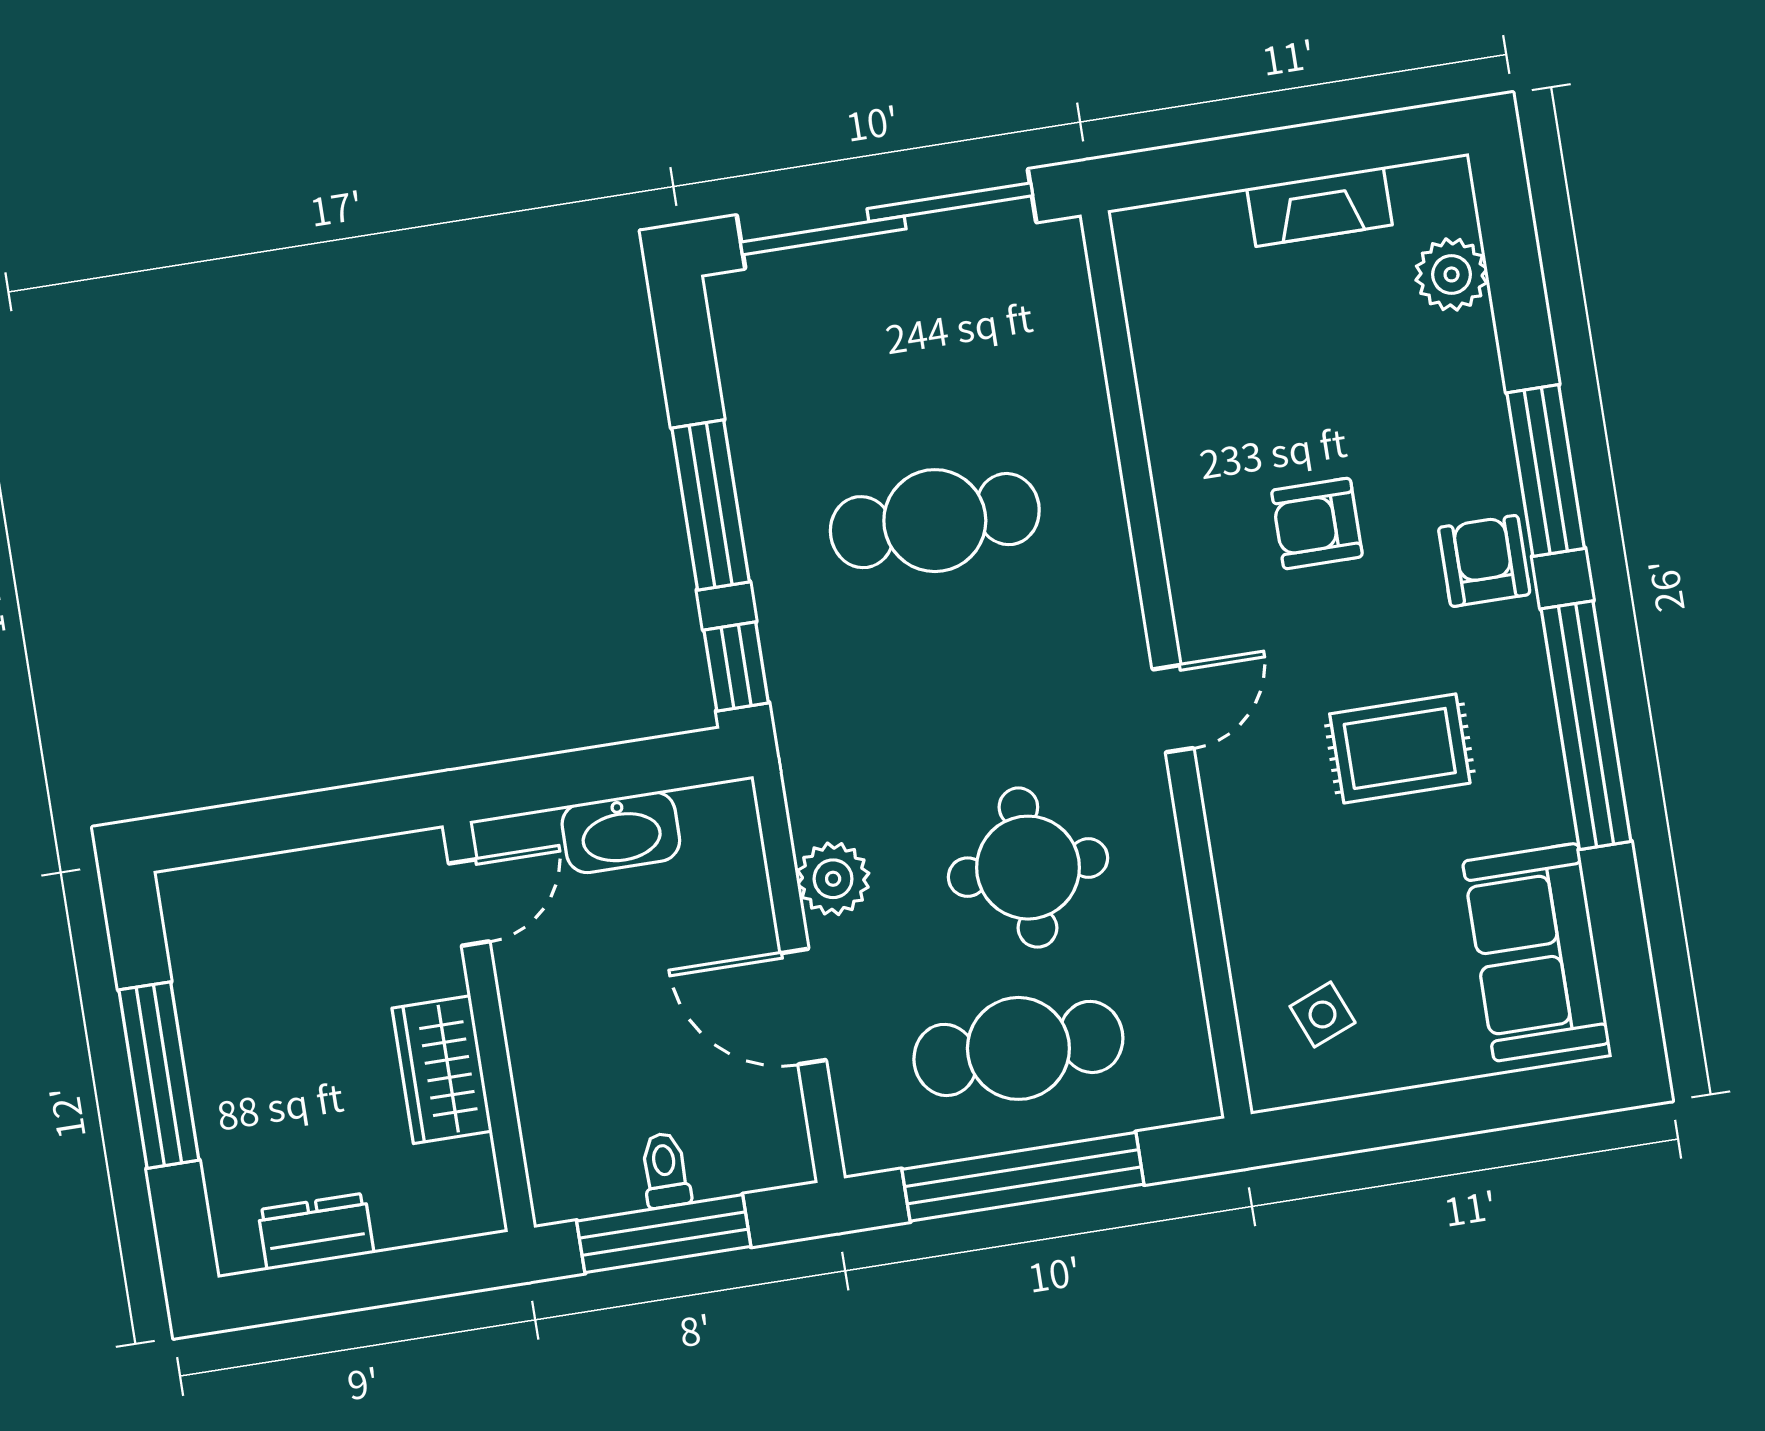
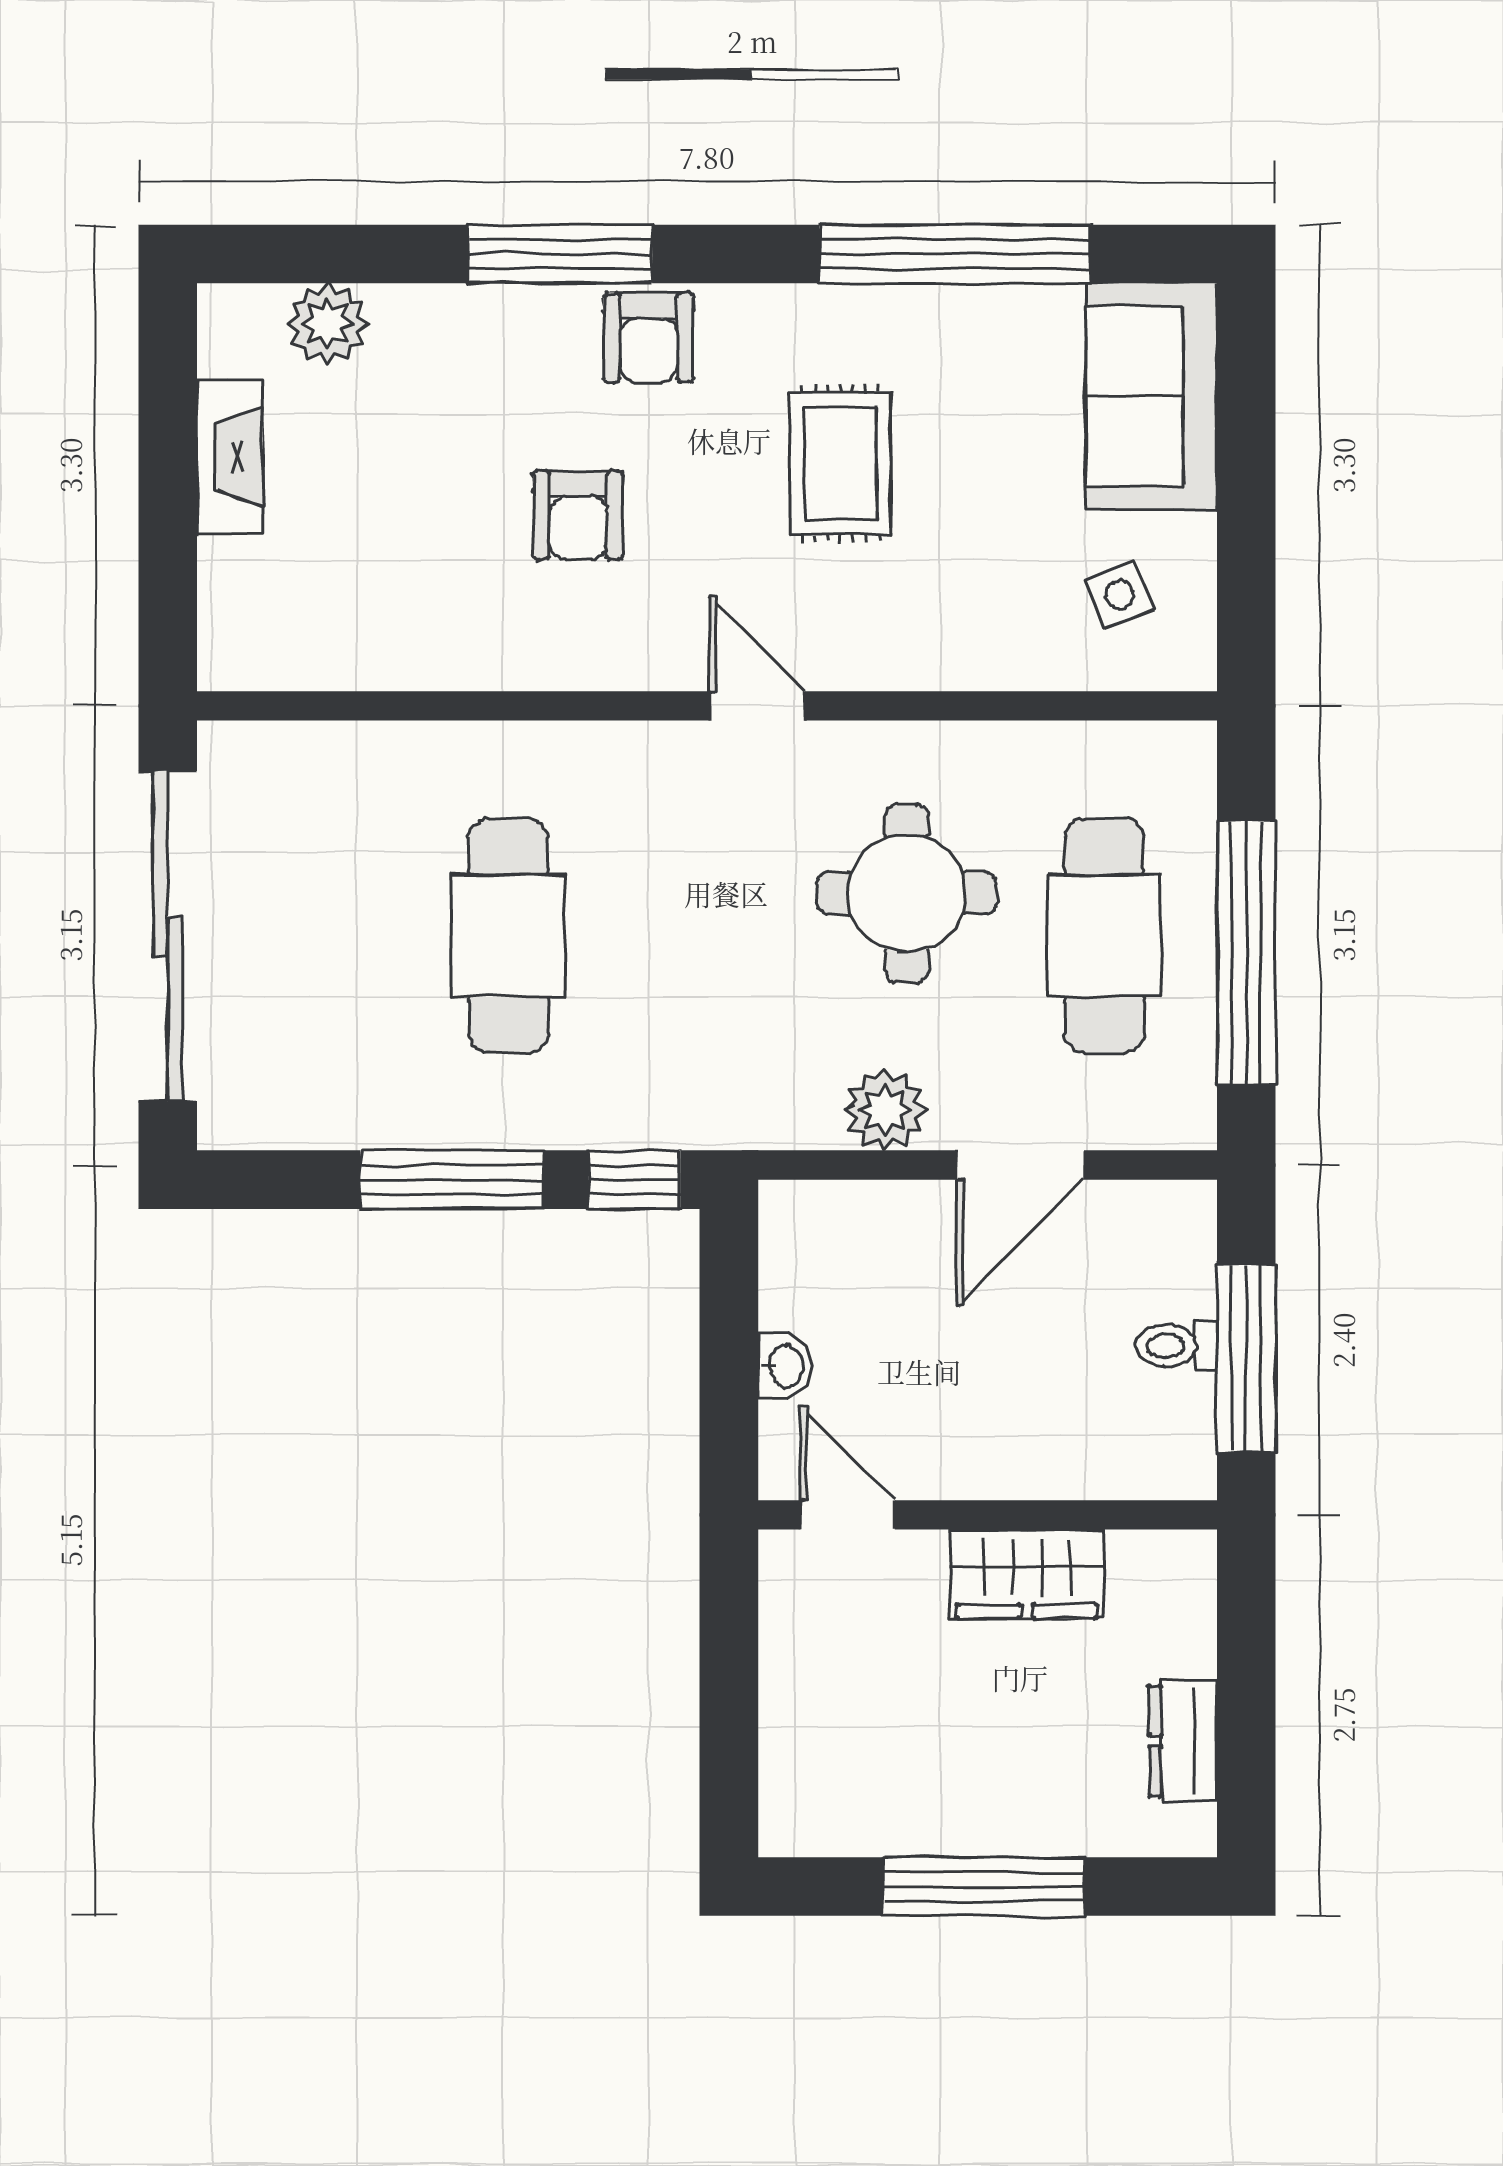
armchair: (1484, 561) -> (649, 338), turned -90
window: (1586, 725) -> (955, 254), moved
washbasin: (621, 832) -> (785, 1366), width x0.52, depth x0.69
sofa: (1536, 952) -> (1152, 396), moved, turned 90

